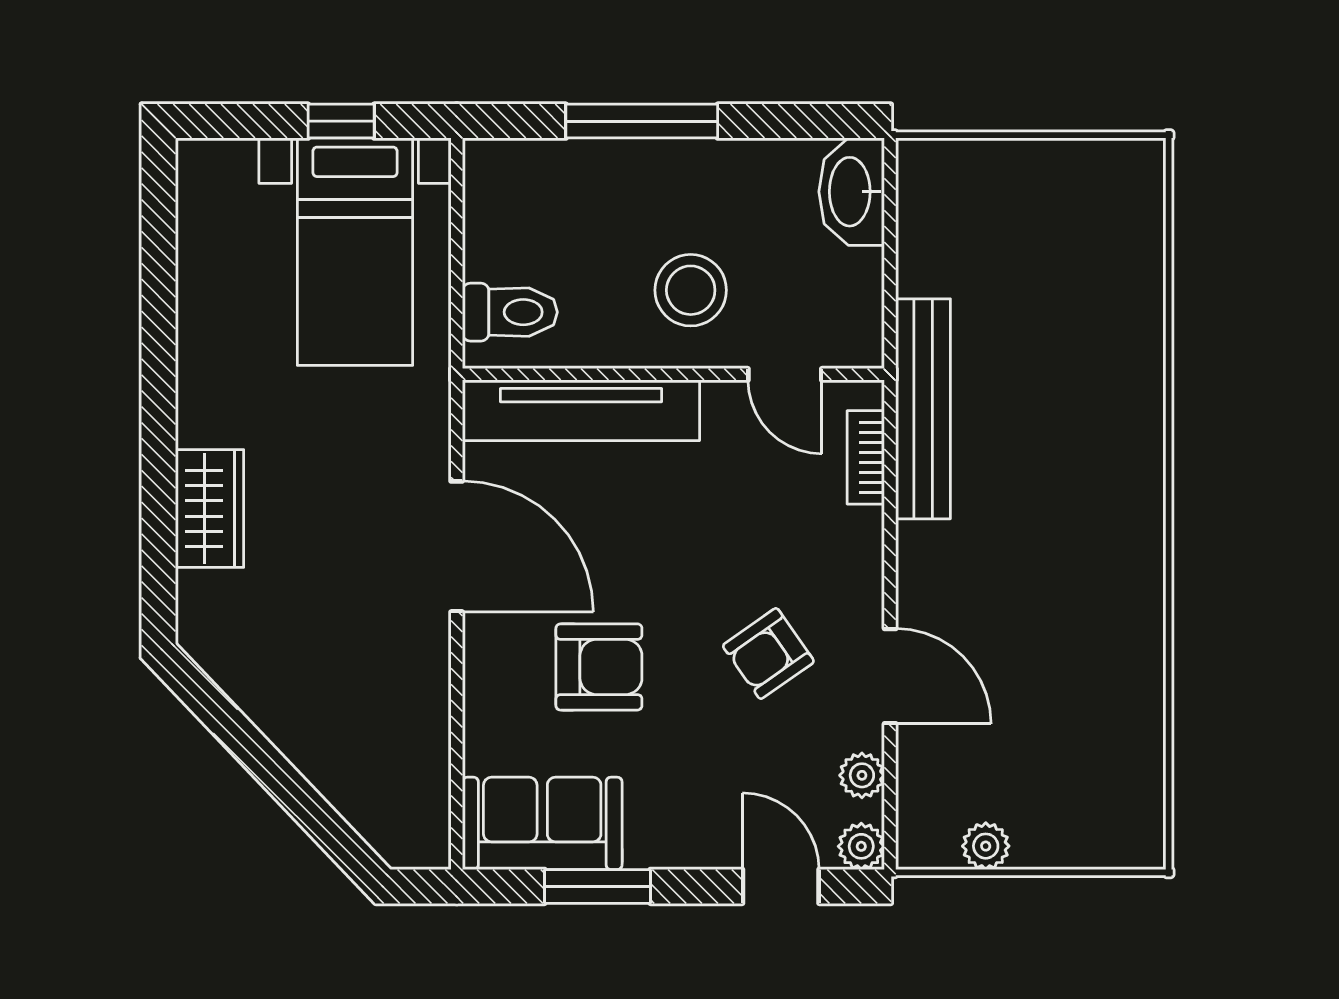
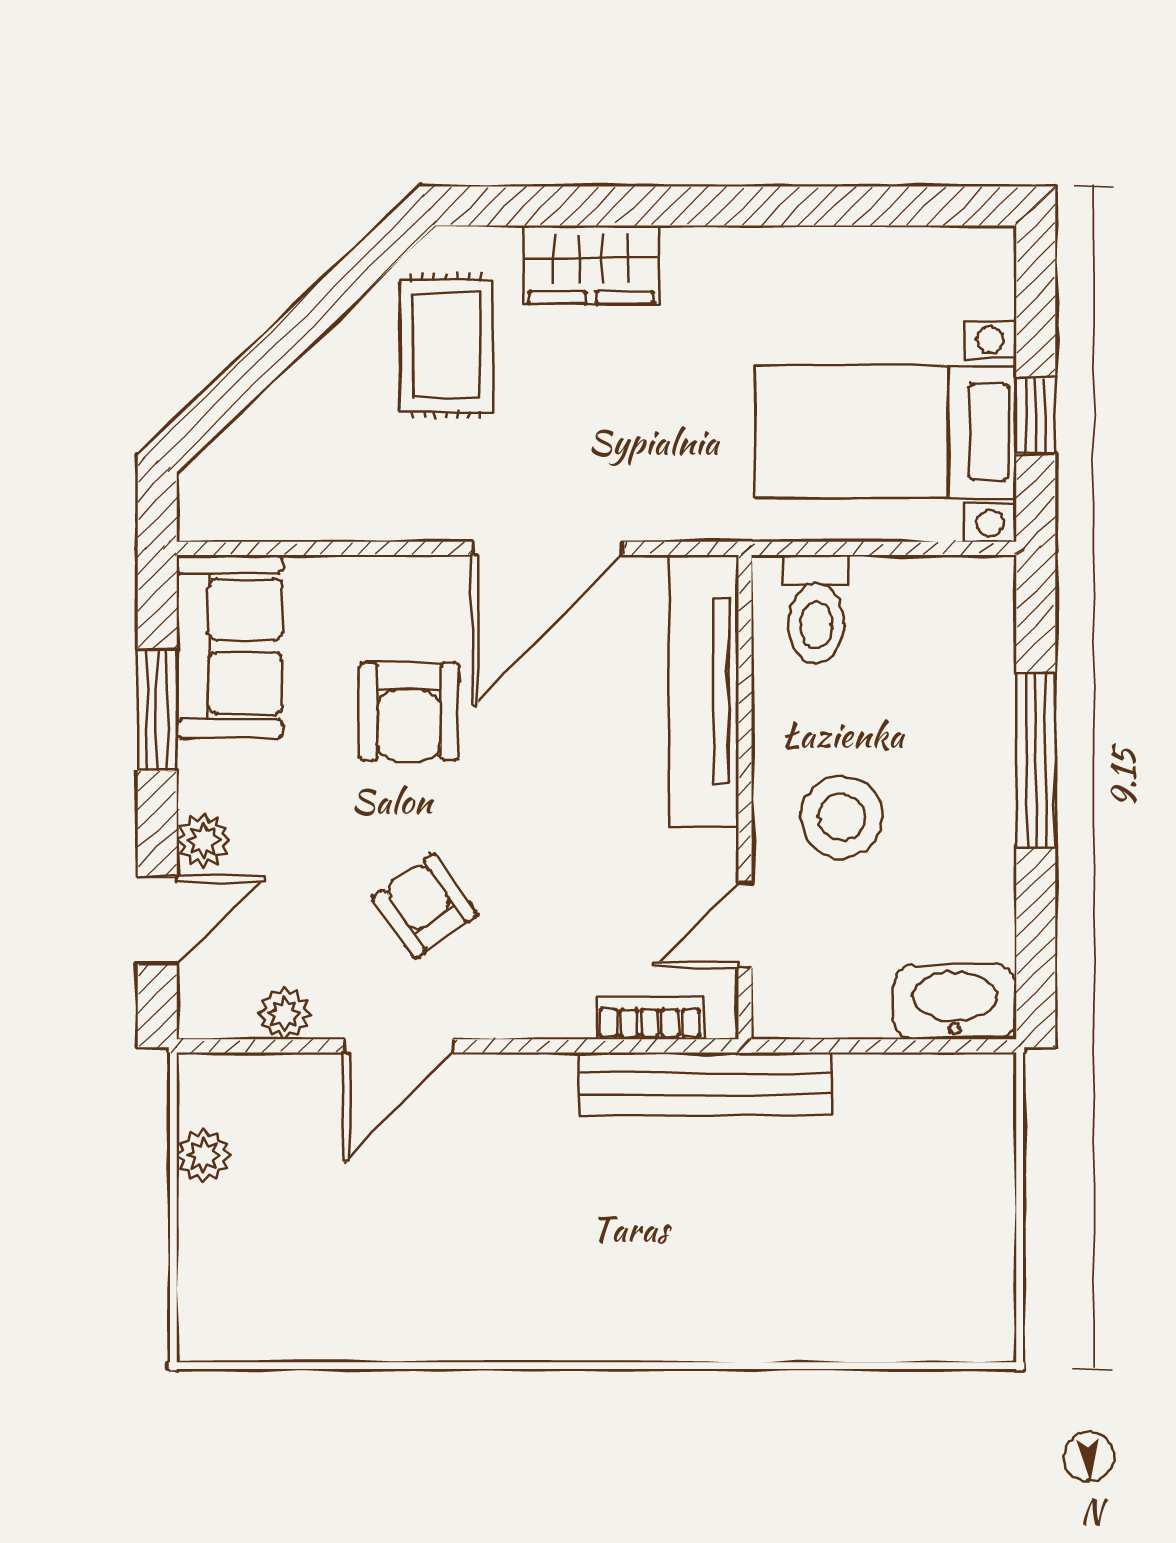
rug: (280, 635) -> (446, 346), added
plant: (861, 846) -> (203, 840), moved

